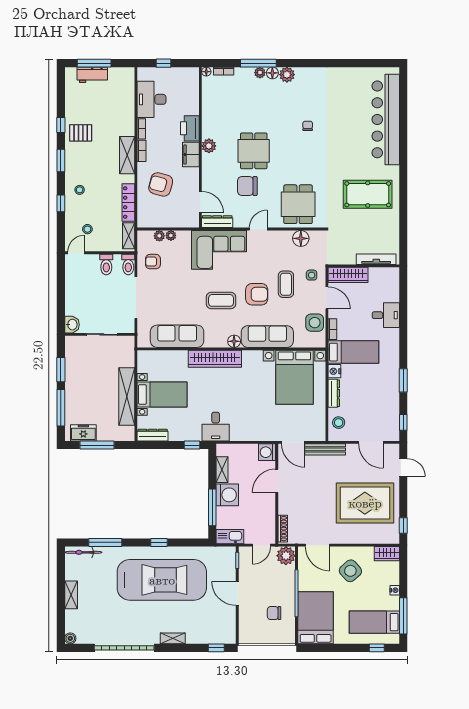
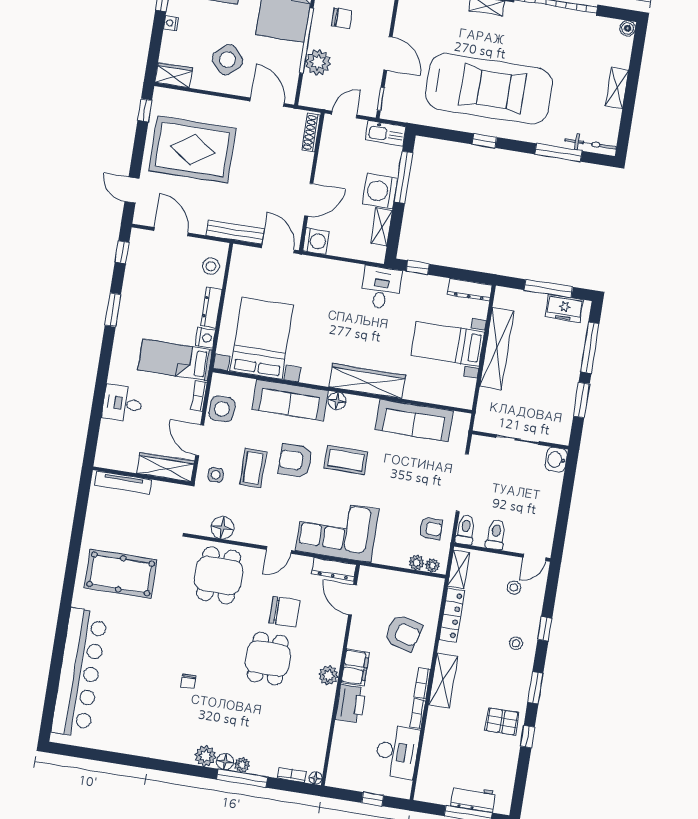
plant: (171, 235) -> (432, 566), moved
plant: (286, 556) -> (318, 62), moved
car: (162, 580) -> (489, 89), turned 180

